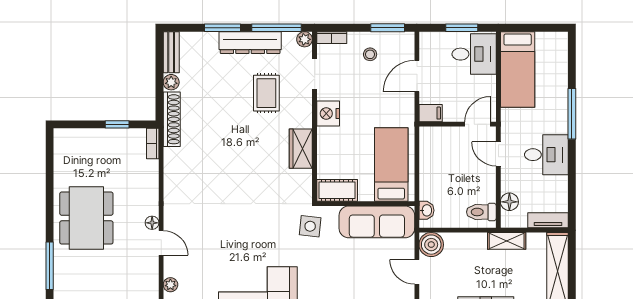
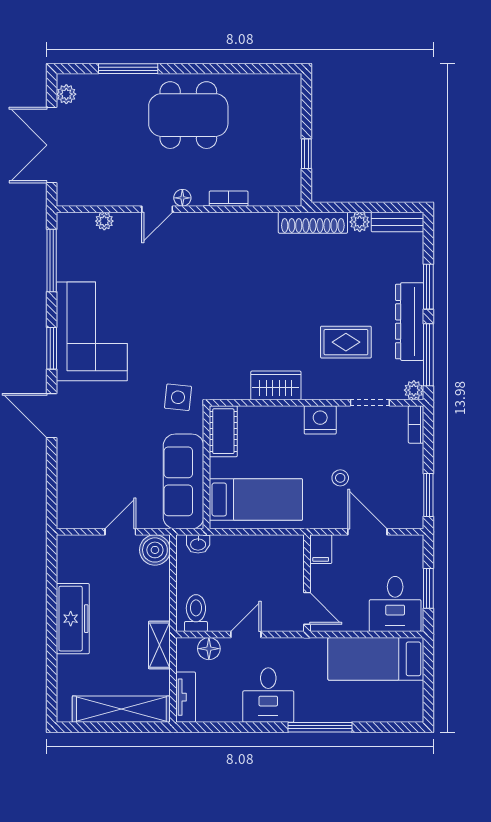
stool: (370, 54) -> (340, 478), moved
bookcase: (153, 144) -> (229, 199), moved
door: (498, 154) -> (246, 635), moved

